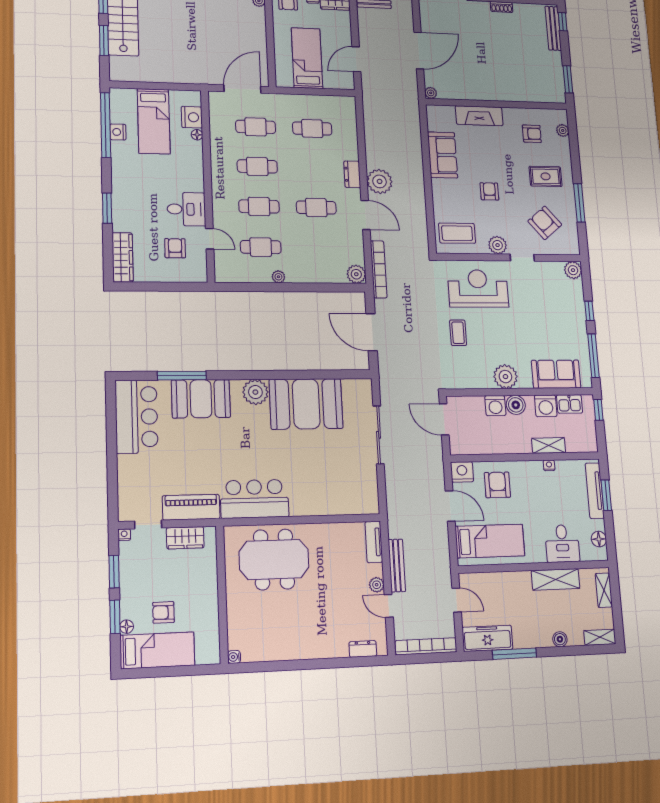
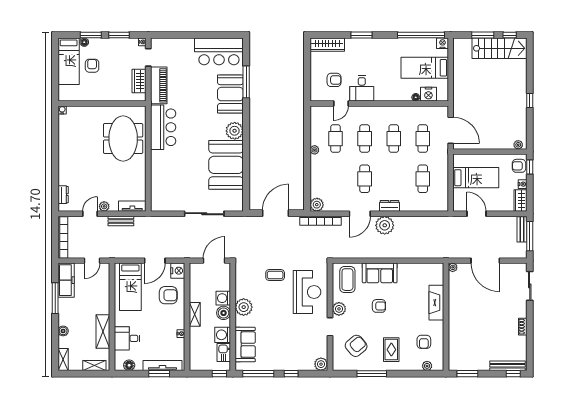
nightstand: (118, 132) -> (443, 43), moved
sofa: (443, 155) -> (380, 273), moved
shelving: (549, 445) -> (195, 314), moved
bench: (397, 565) -> (121, 221), width x0.73

